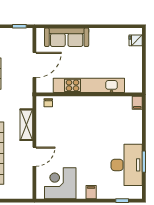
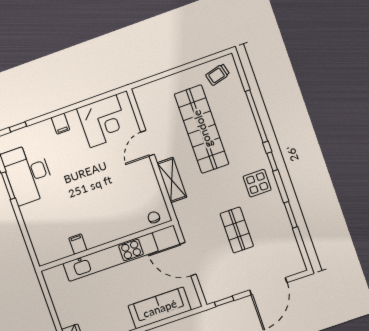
door: (34, 65) -> (188, 259), hinge flipped
filing cabinet: (137, 103) -> (78, 244), moved

